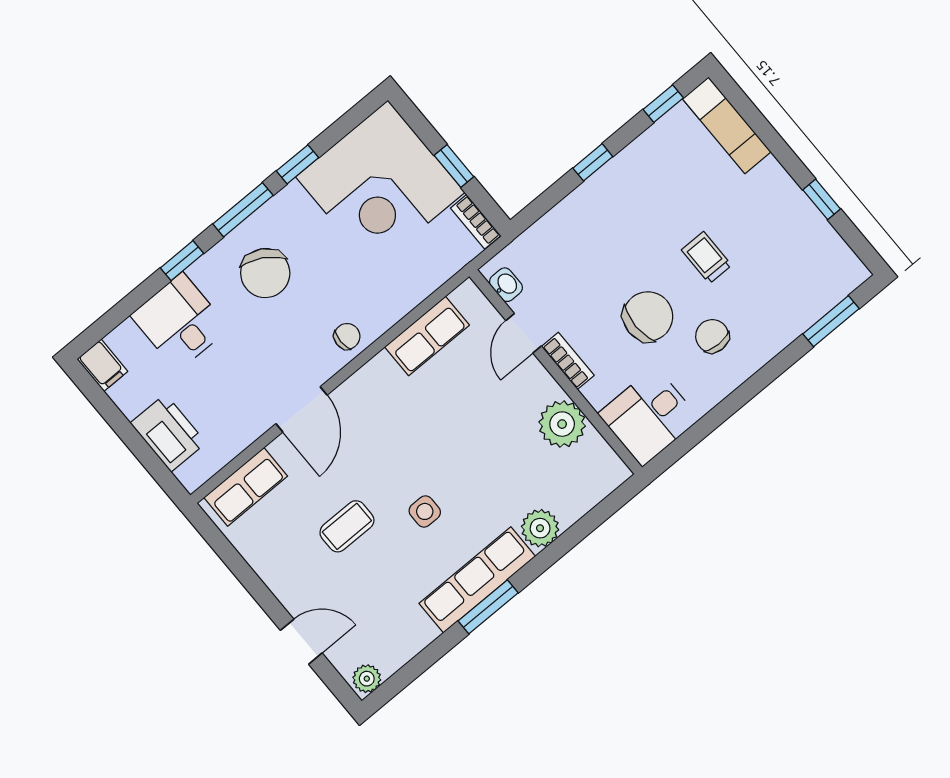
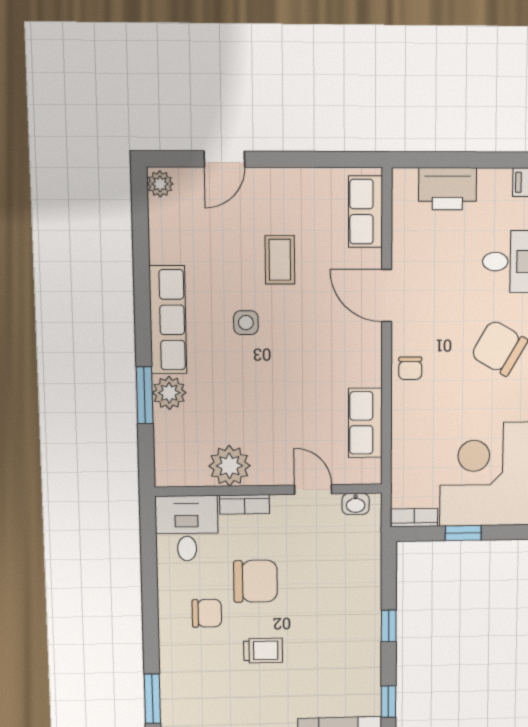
chair: (648, 316) -> (255, 581), turned -90
bookcase: (568, 361) -> (244, 504), moved
window: (488, 607) -> (145, 395), moved

